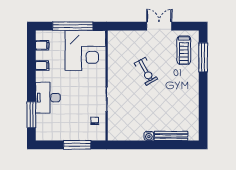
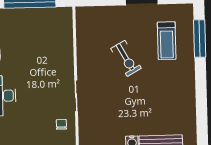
treadmill: (184, 50) -> (167, 41), moved
corner desk: (85, 51) -> (47, 34), removed

